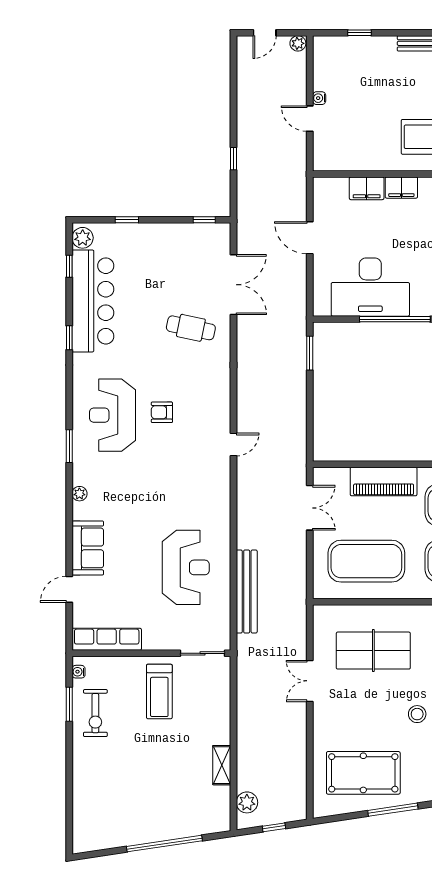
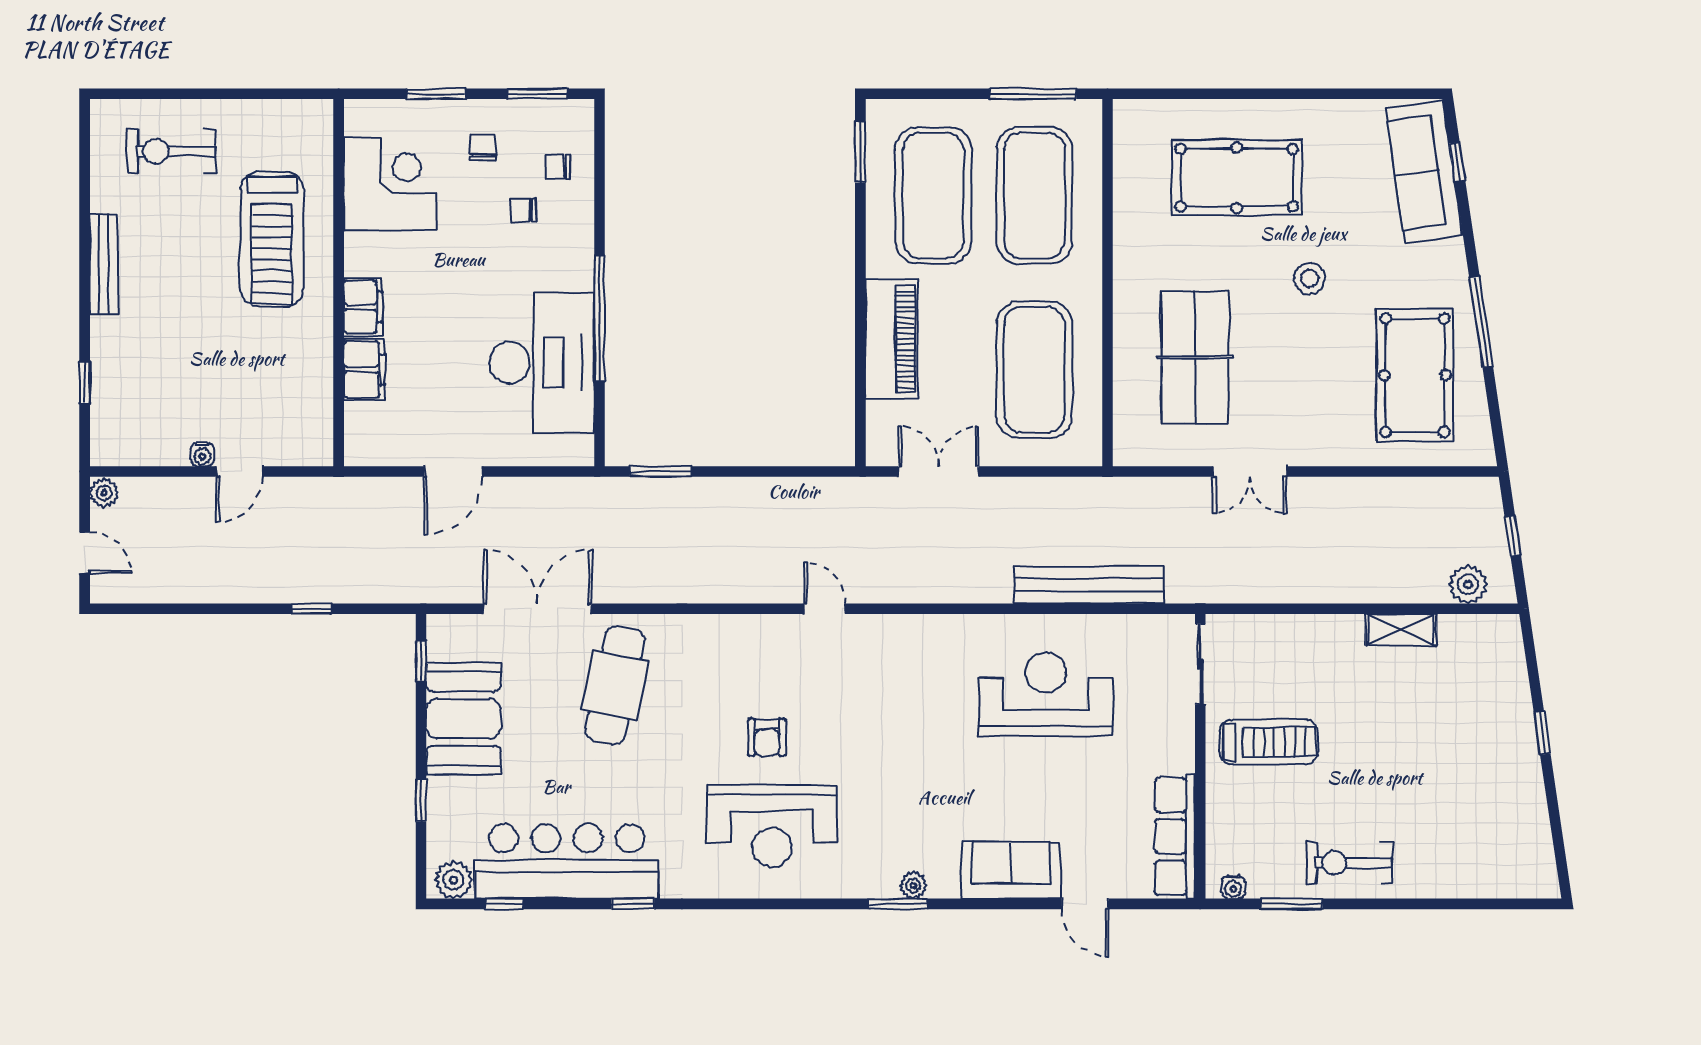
booth: (172, 243) -> (463, 719), added
cafe table: (191, 328) -> (615, 685), width x1.37, depth x1.35
window: (69, 446) -> (898, 904), moved
exercise bike: (95, 713) -> (1349, 863), moved, turned 180
window: (164, 844) -> (1542, 733), width x0.32

